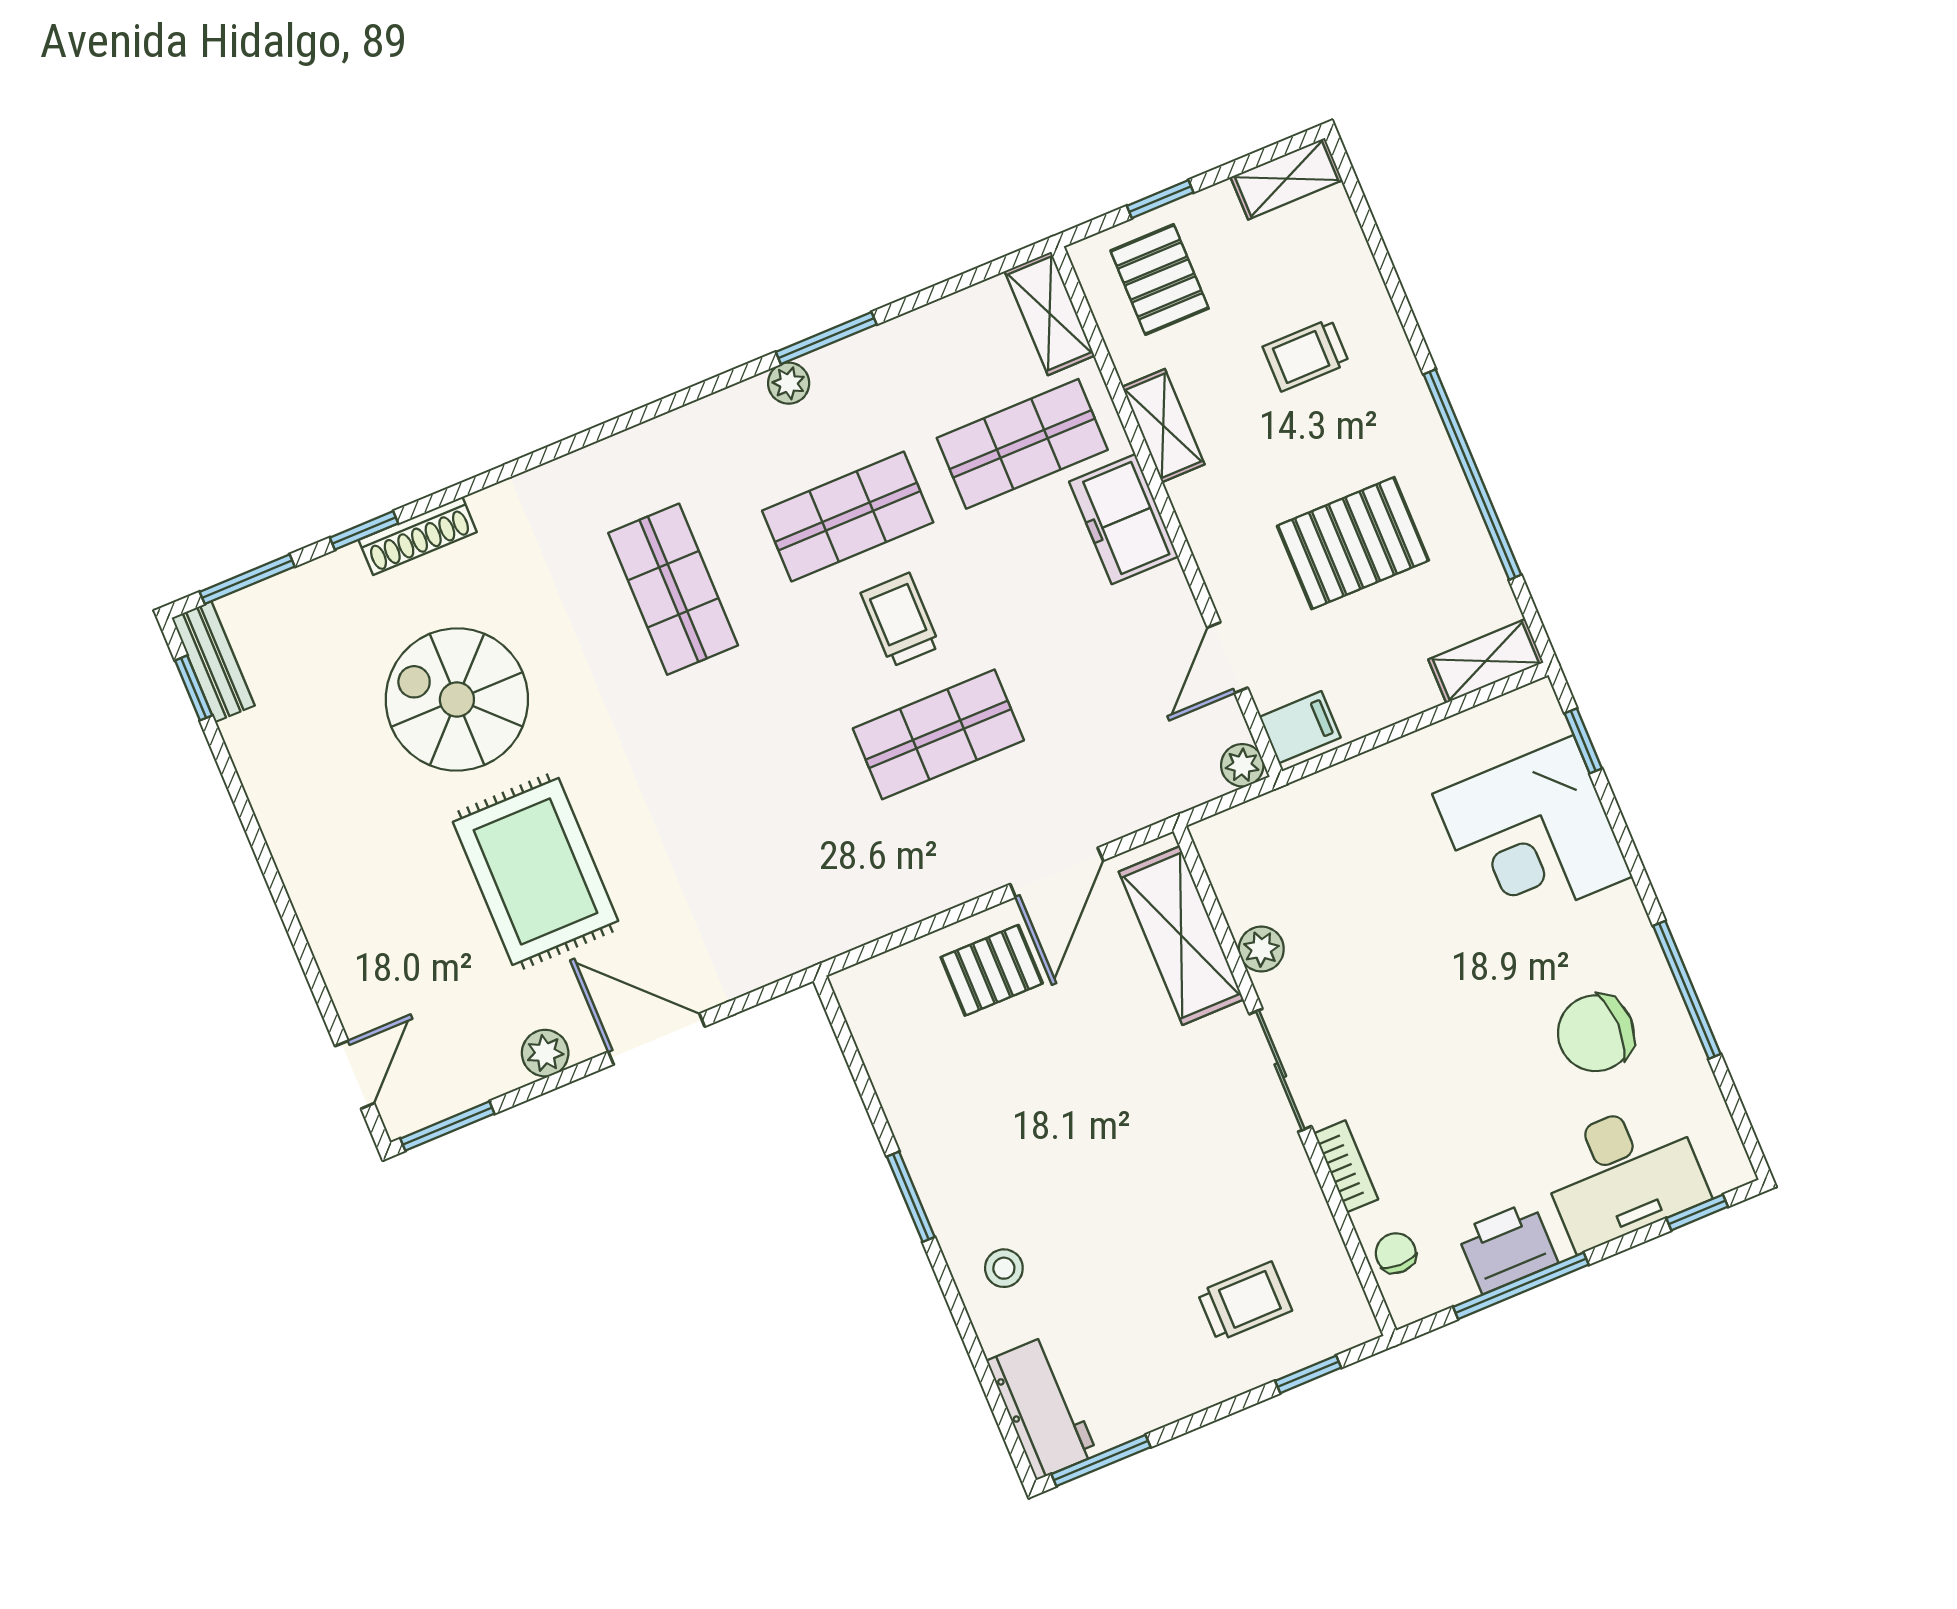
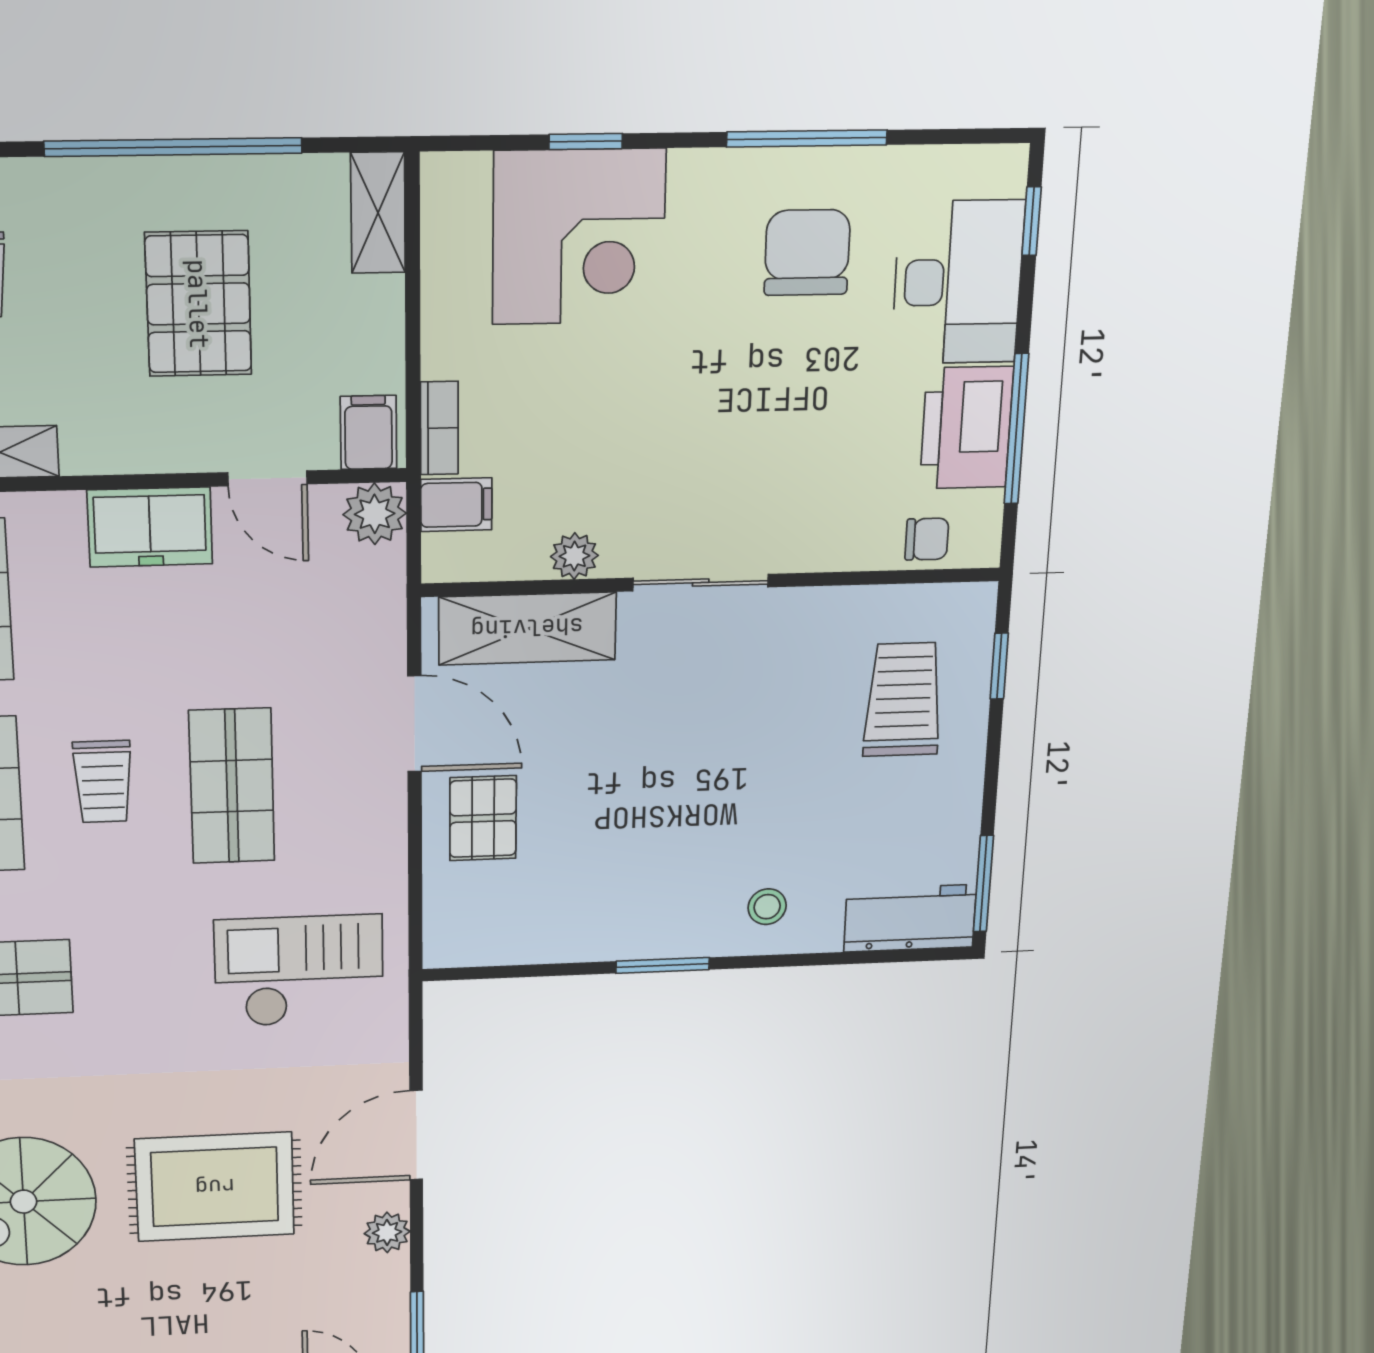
freezer: (1124, 519) -> (150, 527), moved
trolley: (900, 620) -> (103, 782), turned -90
window: (1583, 741) -> (586, 141), moved
plant: (1242, 765) -> (375, 514), width x1.38, depth x1.38
filing cabinet: (1267, 828) -> (456, 505), added
checkout: (783, 864) -> (299, 971), added
chair: (1596, 1033) -> (807, 253), turned 180
bookcase: (1346, 1166) -> (439, 428), moved, turned 90
printer: (1507, 1247) -> (966, 428), width x1.37, depth x1.19
chair: (1396, 1253) -> (927, 539), turned 180
trolley: (1245, 1302) -> (903, 700), width x1.36, depth x1.39

